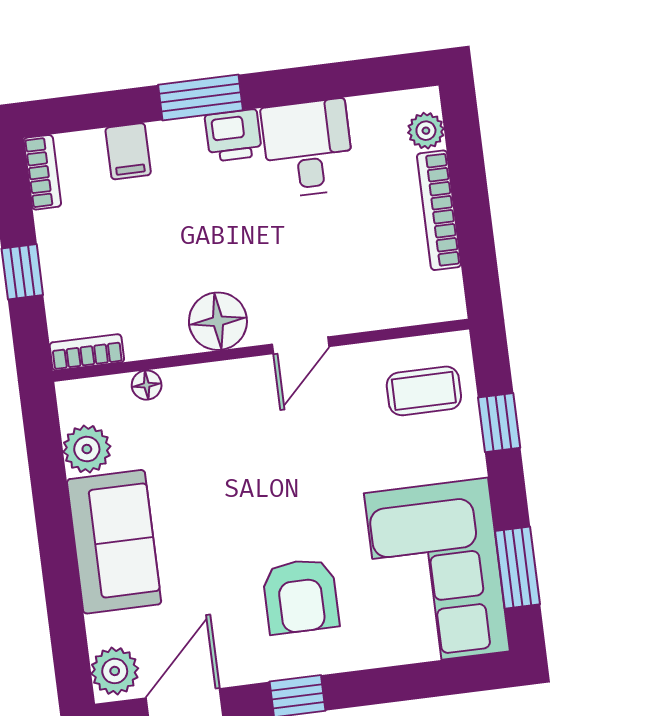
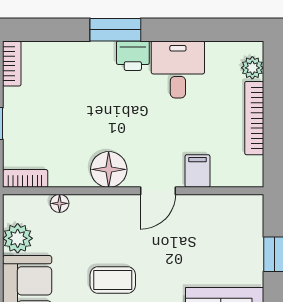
filing cabinet: (128, 151) -> (198, 171), moved, turned 180
coffee table: (424, 391) -> (113, 280), moved

